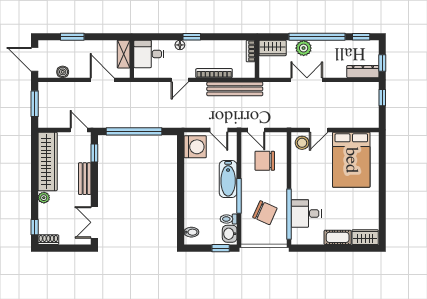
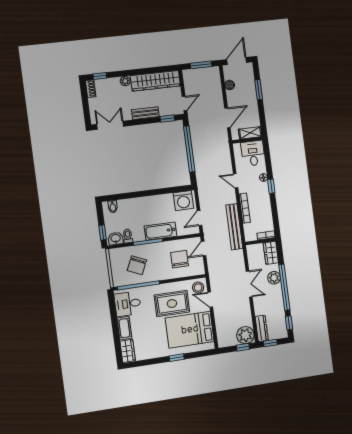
plant: (368, 93) -> (245, 335), added
rug: (317, 177) -> (172, 304), added
window: (382, 180) -> (177, 358), added
desk: (306, 213) -> (128, 304), moved, turned -90

